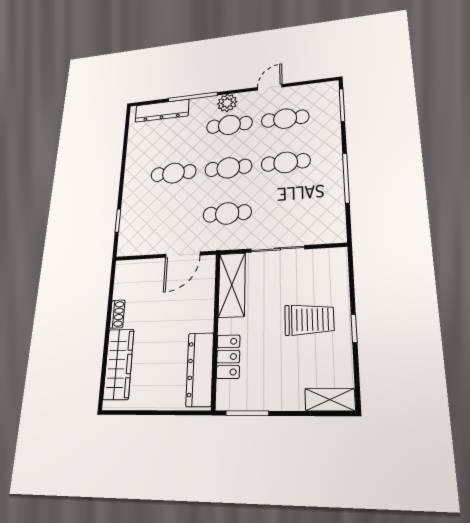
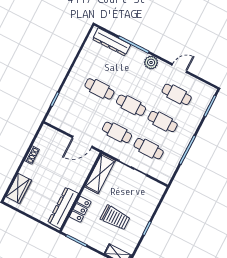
cafe table: (229, 125) -> (149, 149), moved
trolley: (309, 320) -> (115, 218), moved
wardrobe: (119, 364) -> (19, 188), width x0.67

